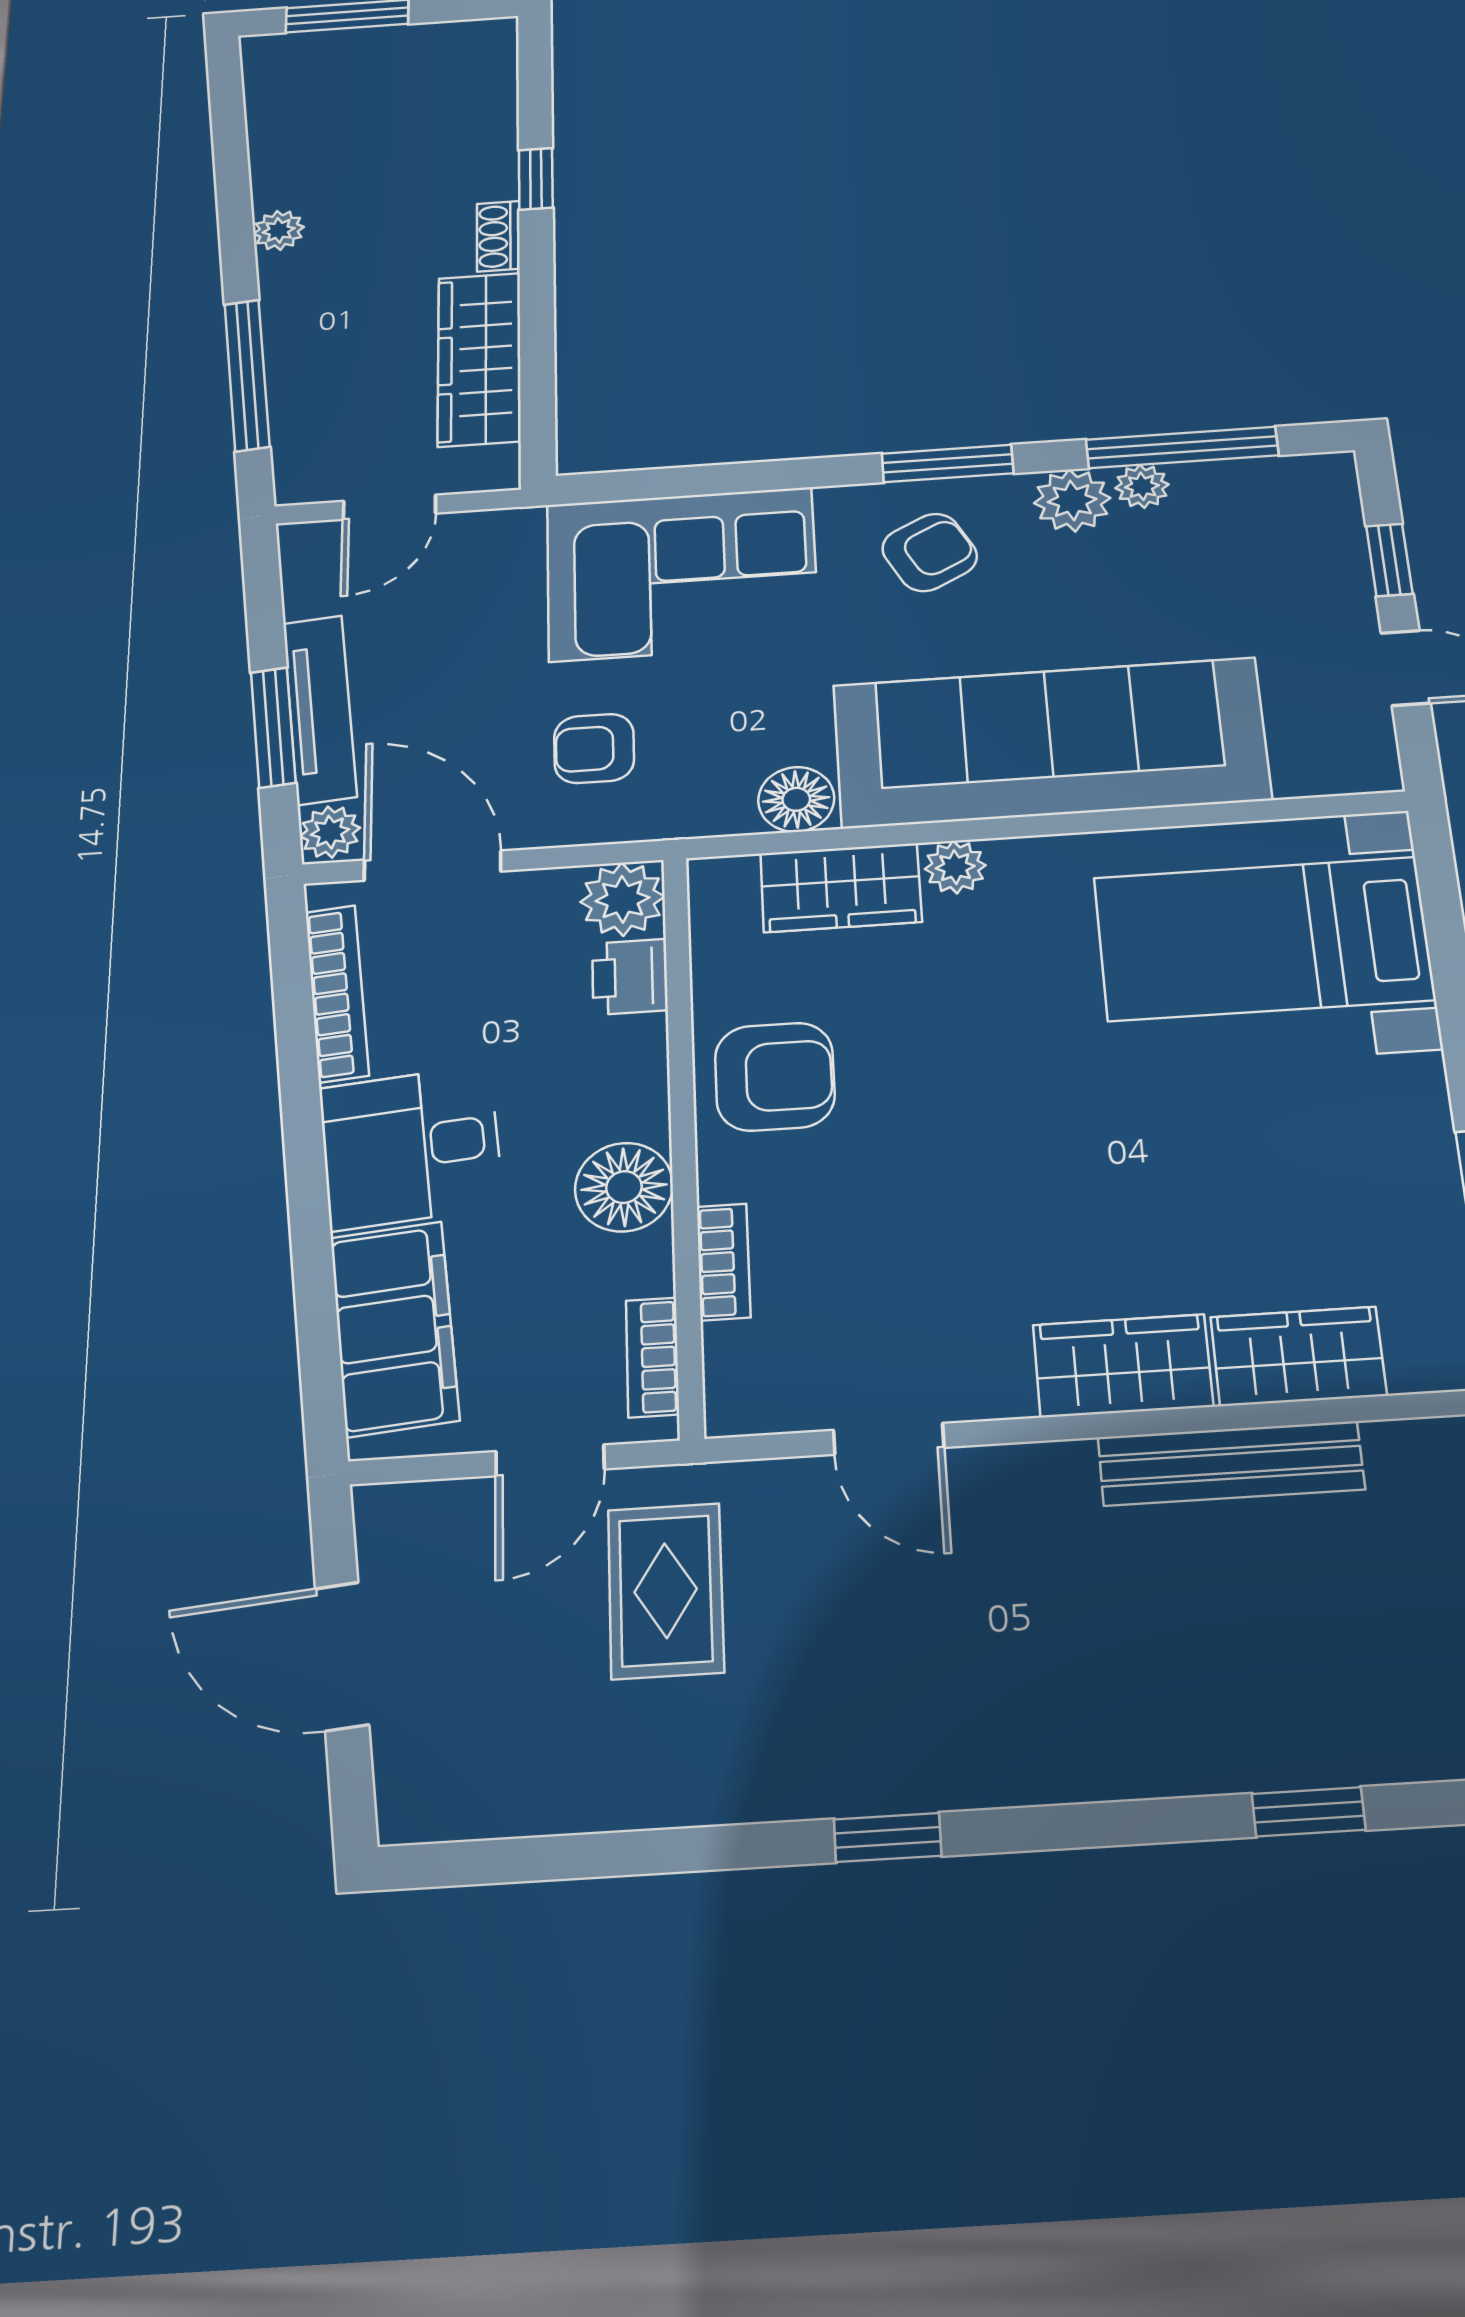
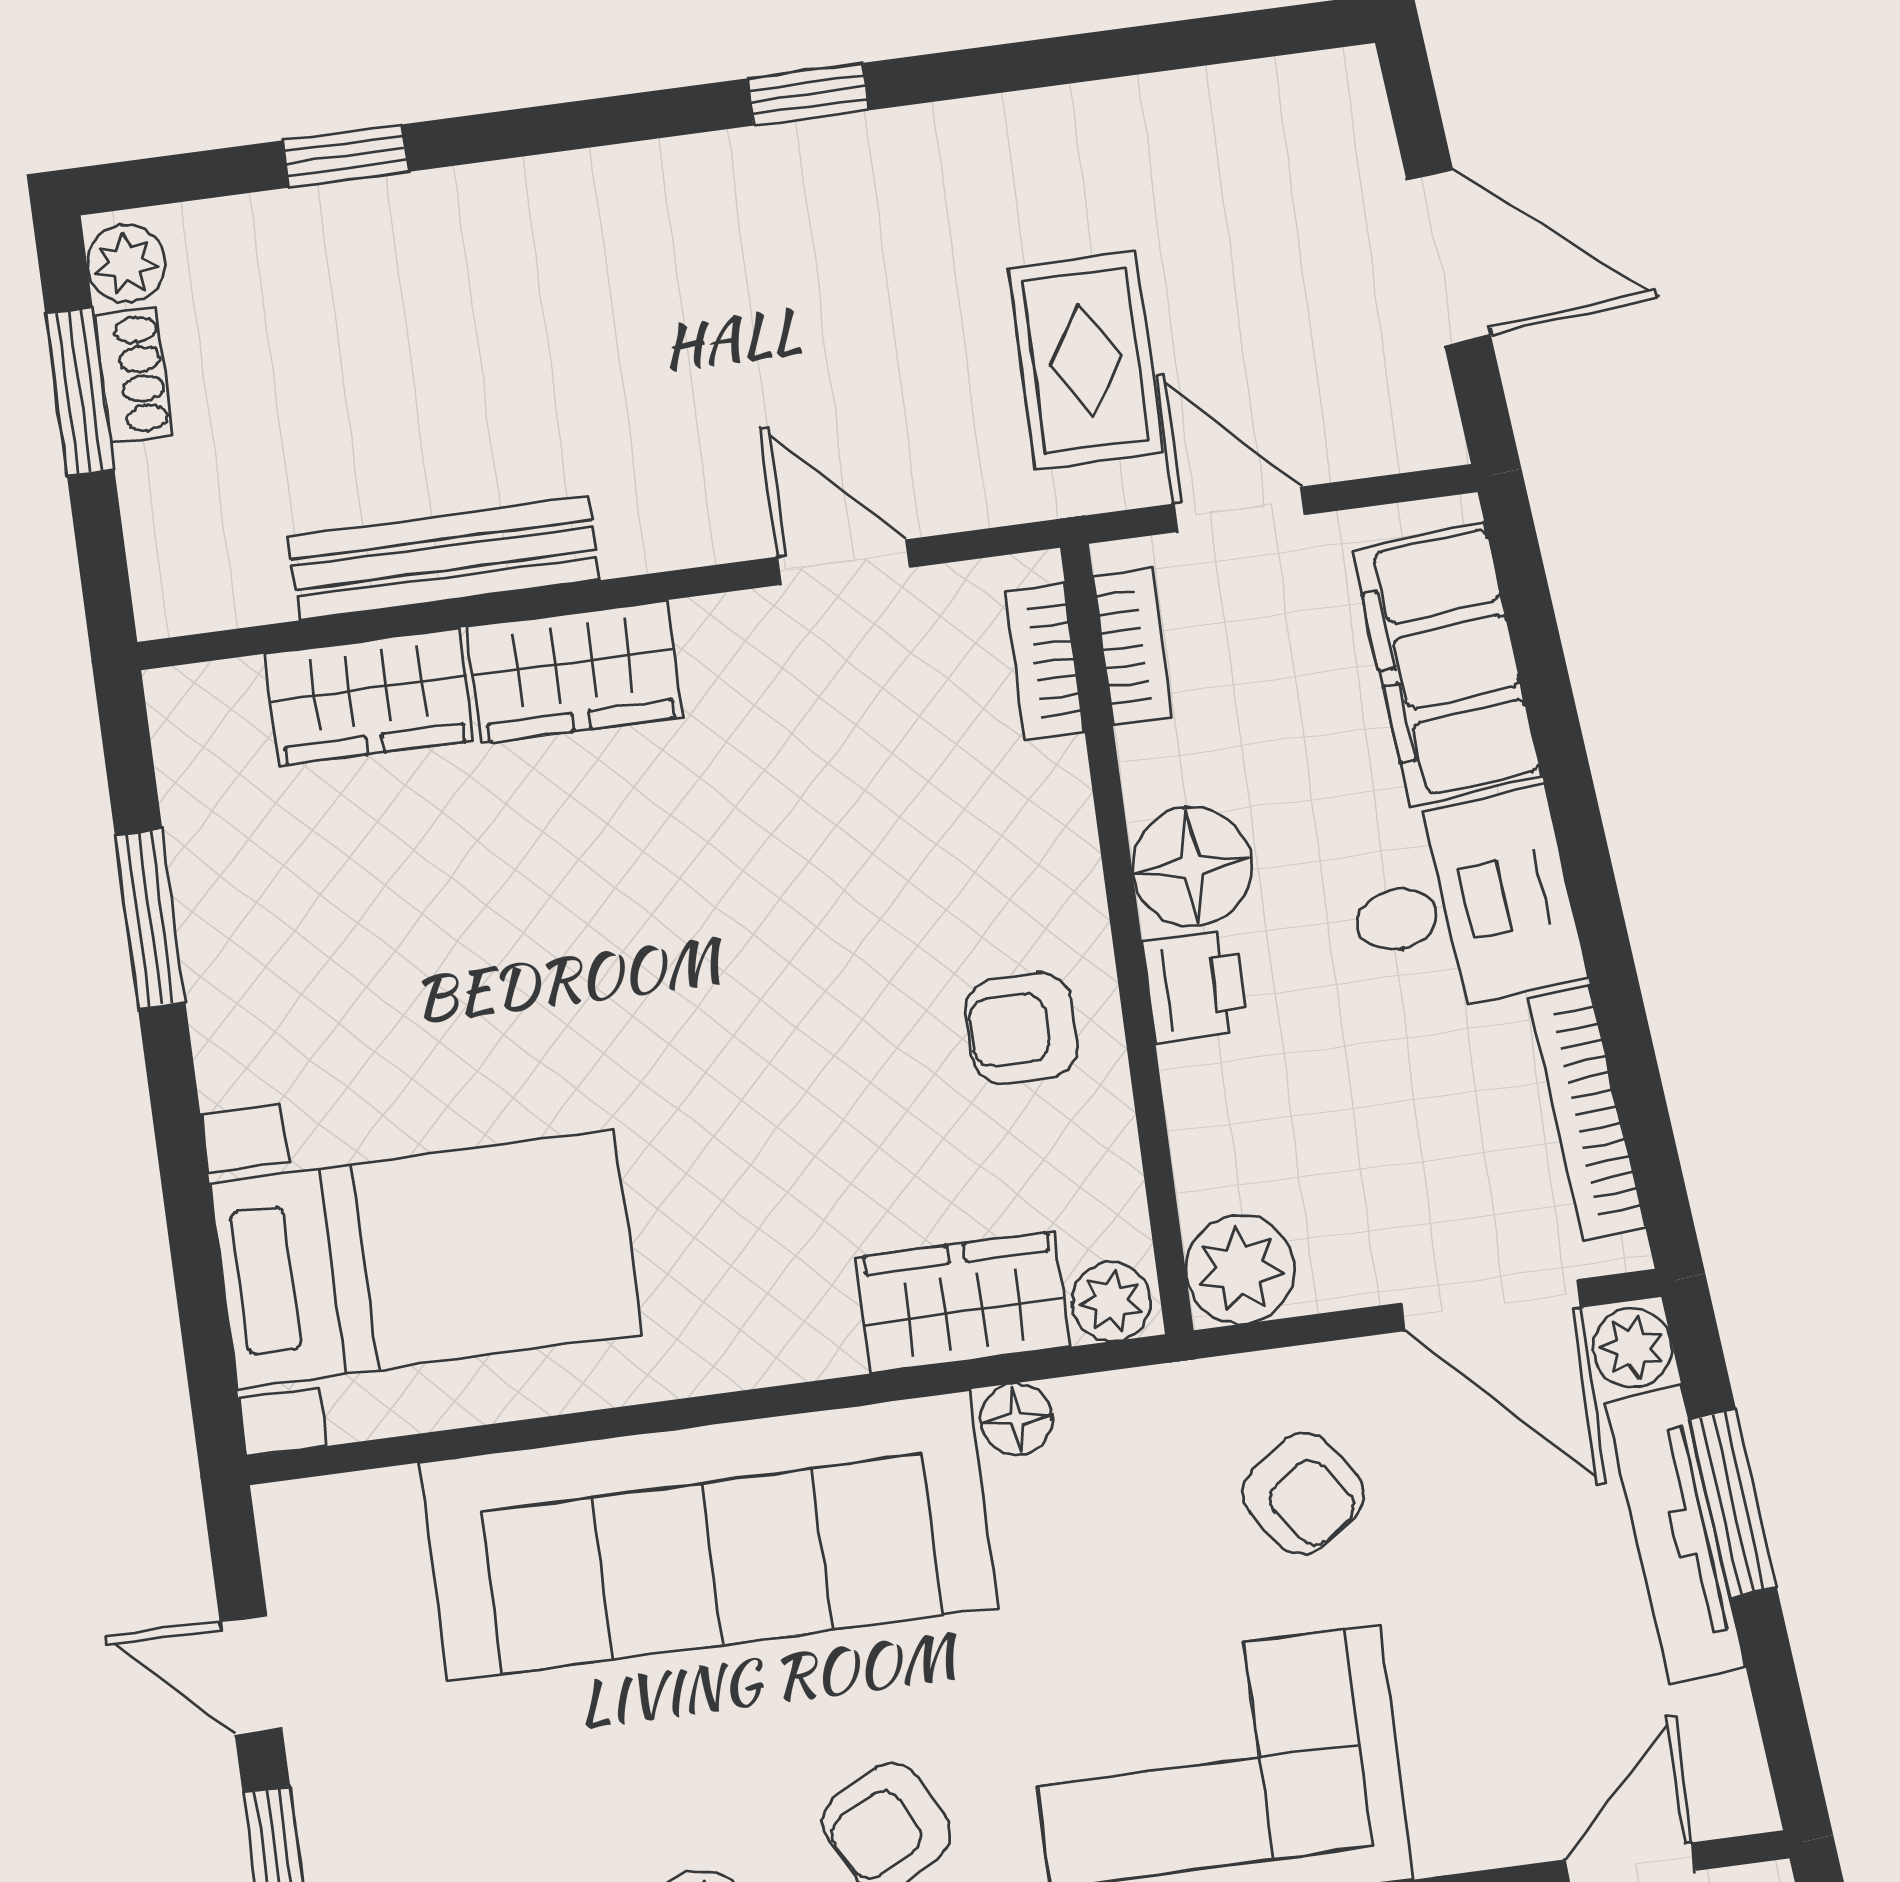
armchair: (594, 748) -> (1303, 1493), turned 54
floor lamp: (796, 799) -> (1016, 1419), width x0.73, depth x0.73
plant: (955, 867) -> (1111, 1302), moved
printer: (630, 977) -> (1195, 986), moved
armchair: (775, 1077) -> (1022, 1028), width x0.72, depth x0.72
bookcase: (724, 1262) -> (1045, 661), moved
door: (550, 1460) -> (1239, 509), hinge flipped

